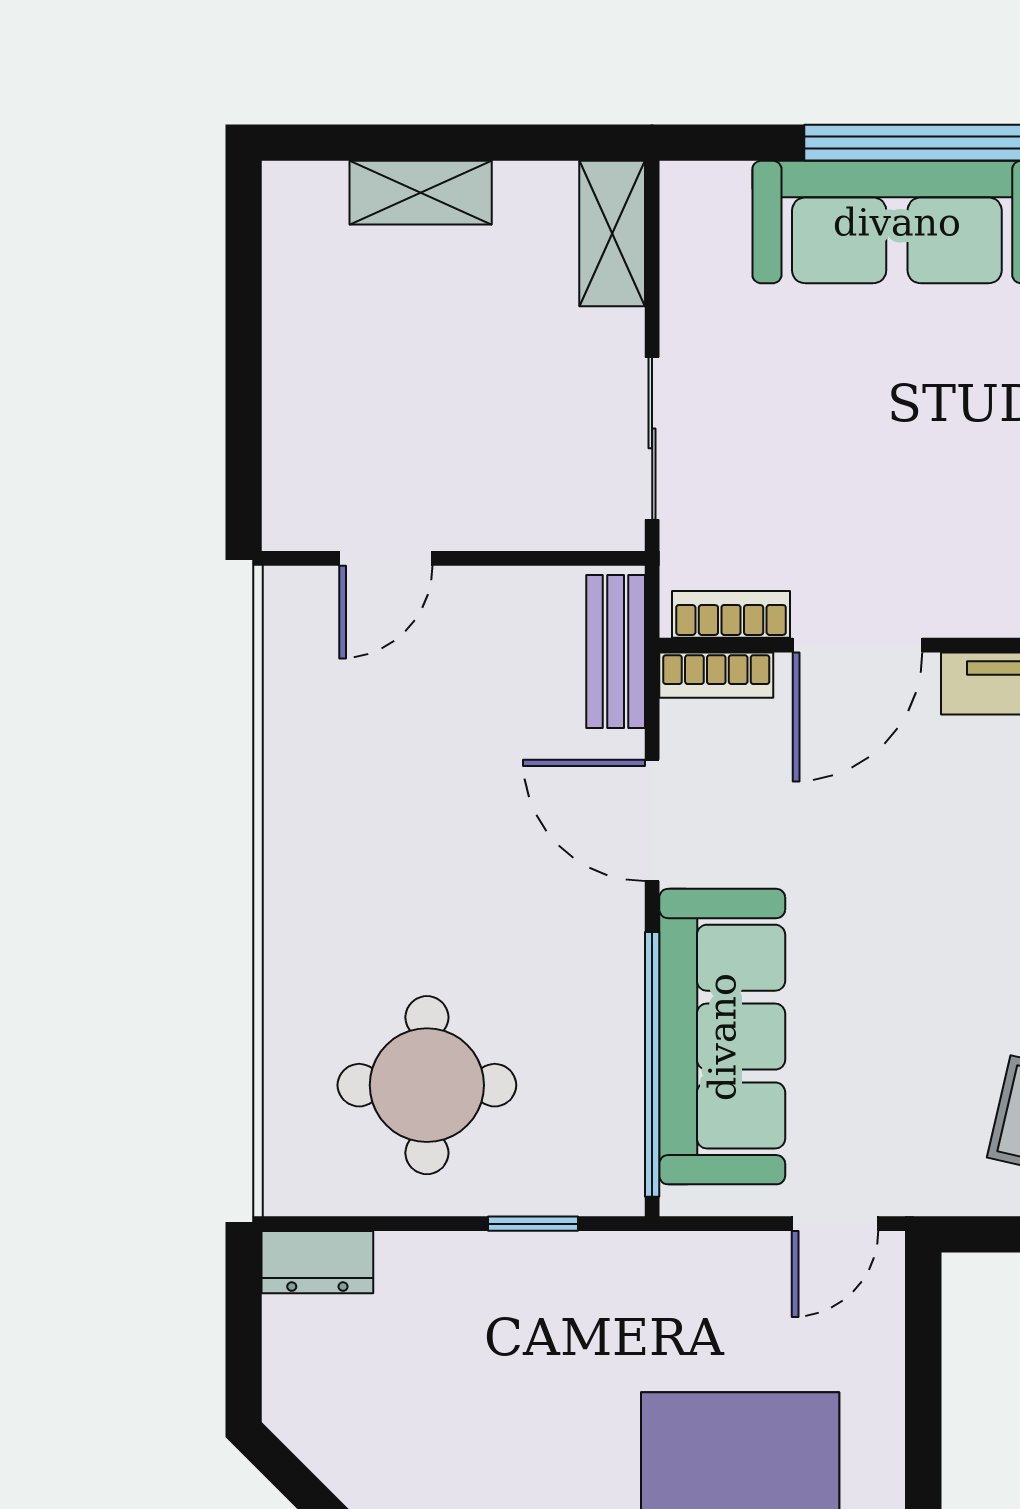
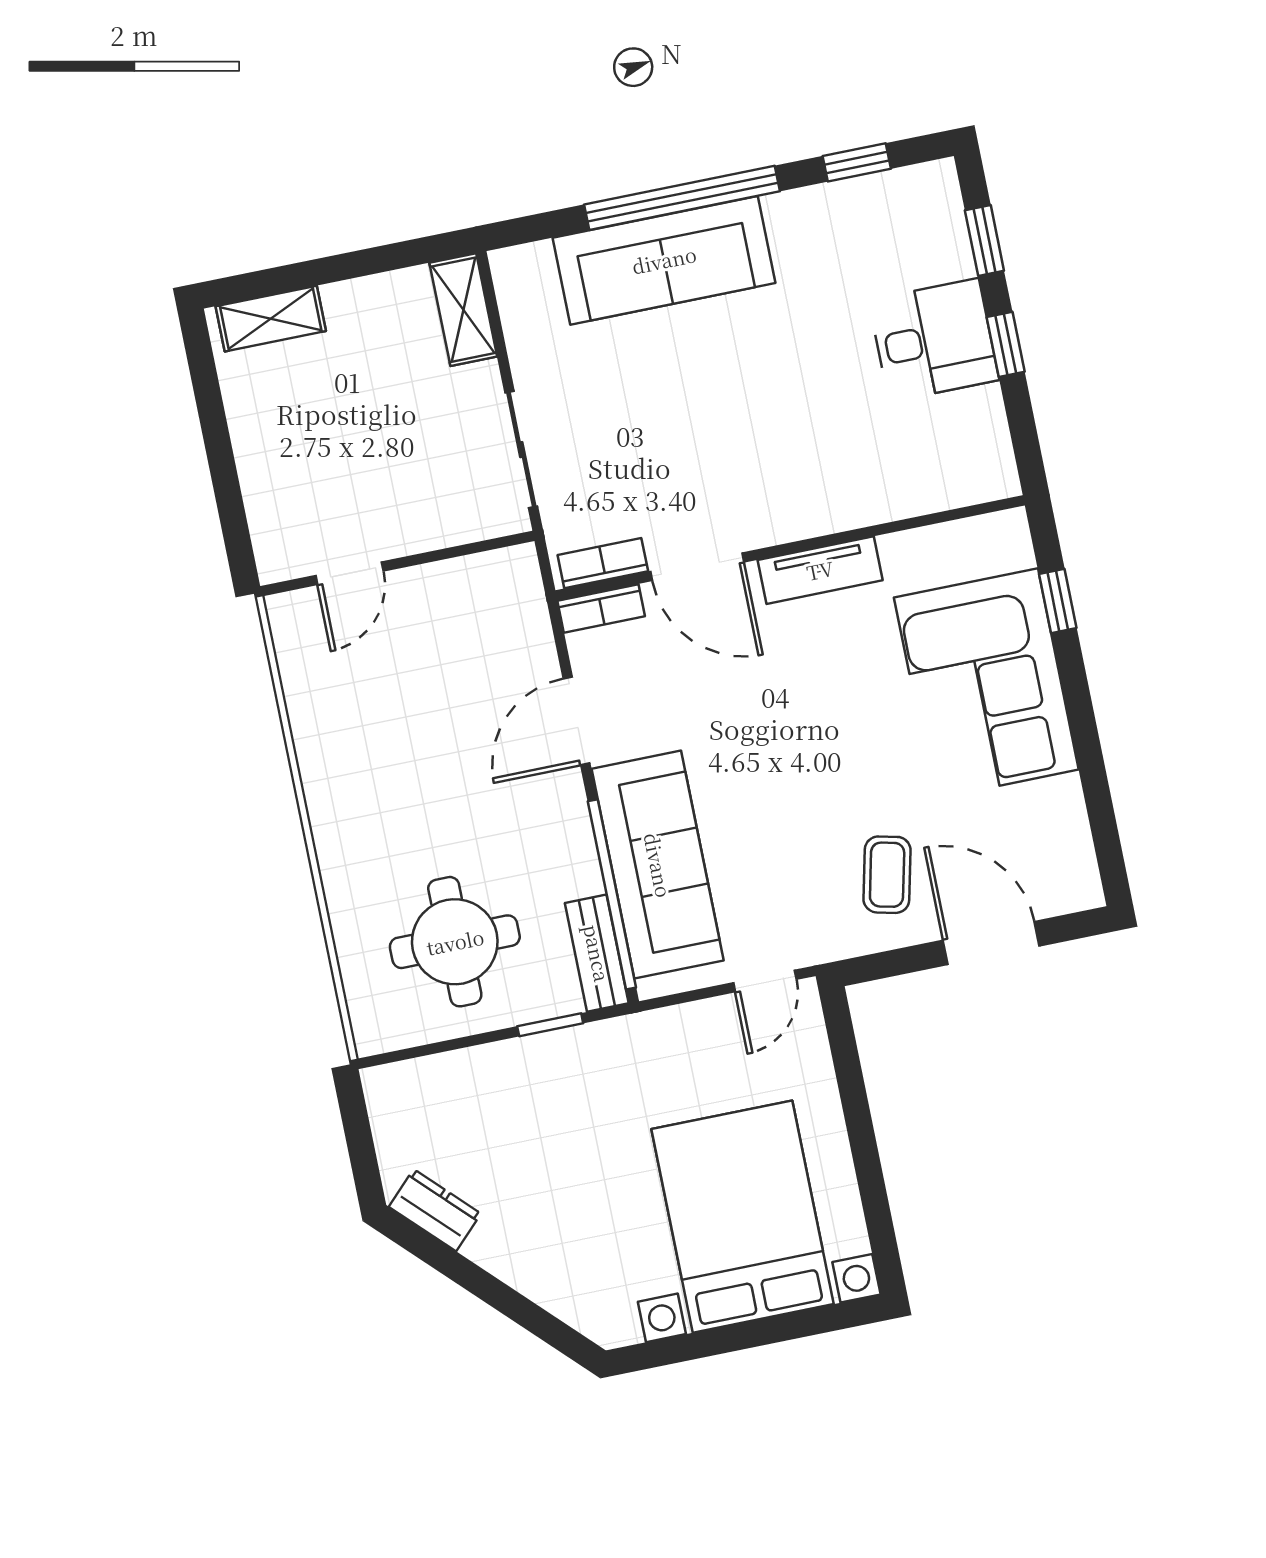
shelving: (421, 193) -> (271, 319), moved
door: (857, 645) -> (697, 567), hinge flipped
bench: (616, 652) -> (597, 953), moved
door: (652, 820) -> (577, 721), hinge flipped
dresser: (317, 1262) -> (435, 1210), moved, turned -135

